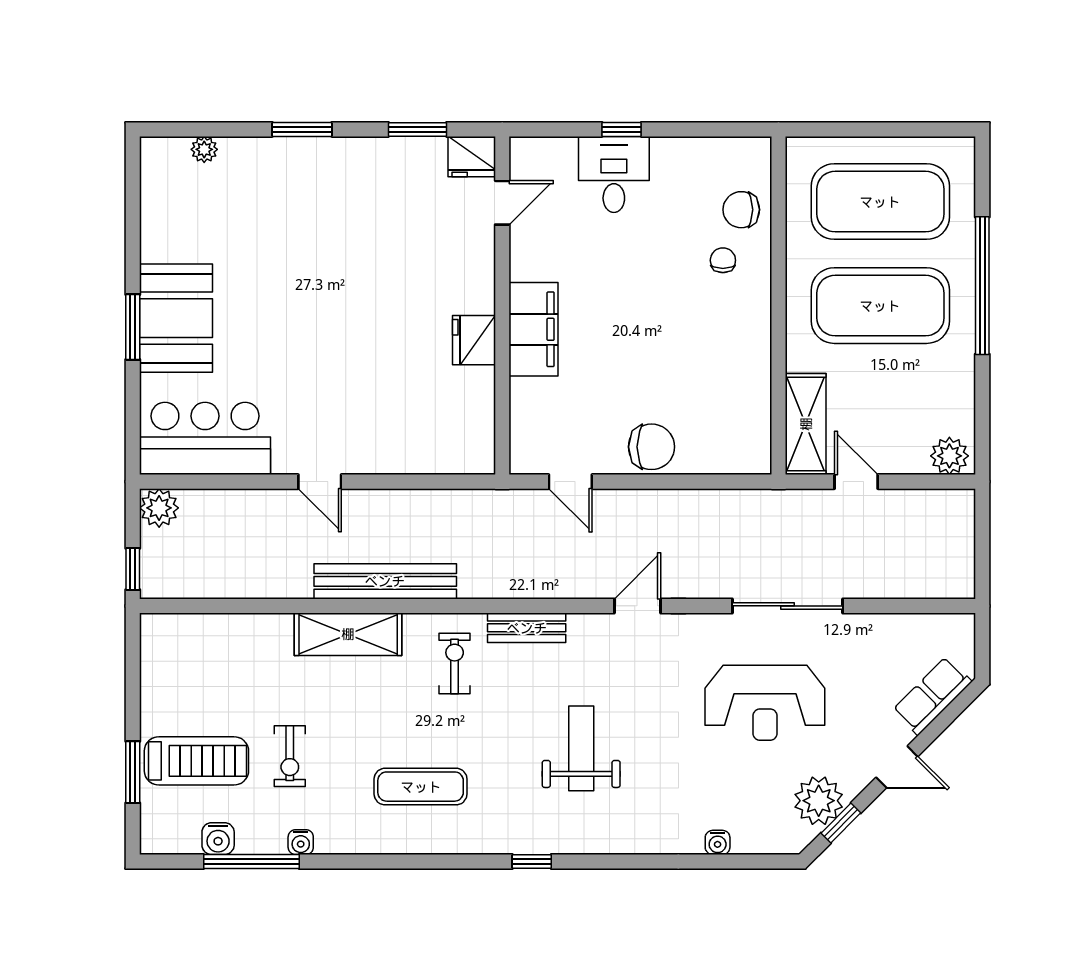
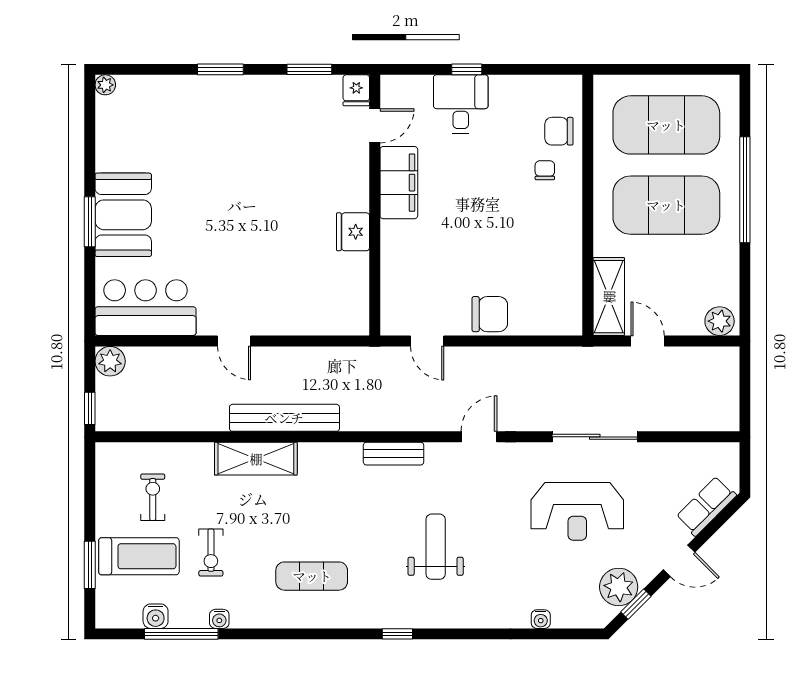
plant: (204, 149) -> (105, 85), moved
fridge: (472, 157) -> (356, 90), width x0.72
filing cabinet: (534, 329) -> (399, 183), moved
exercise bike: (455, 664) -> (153, 497), moved

